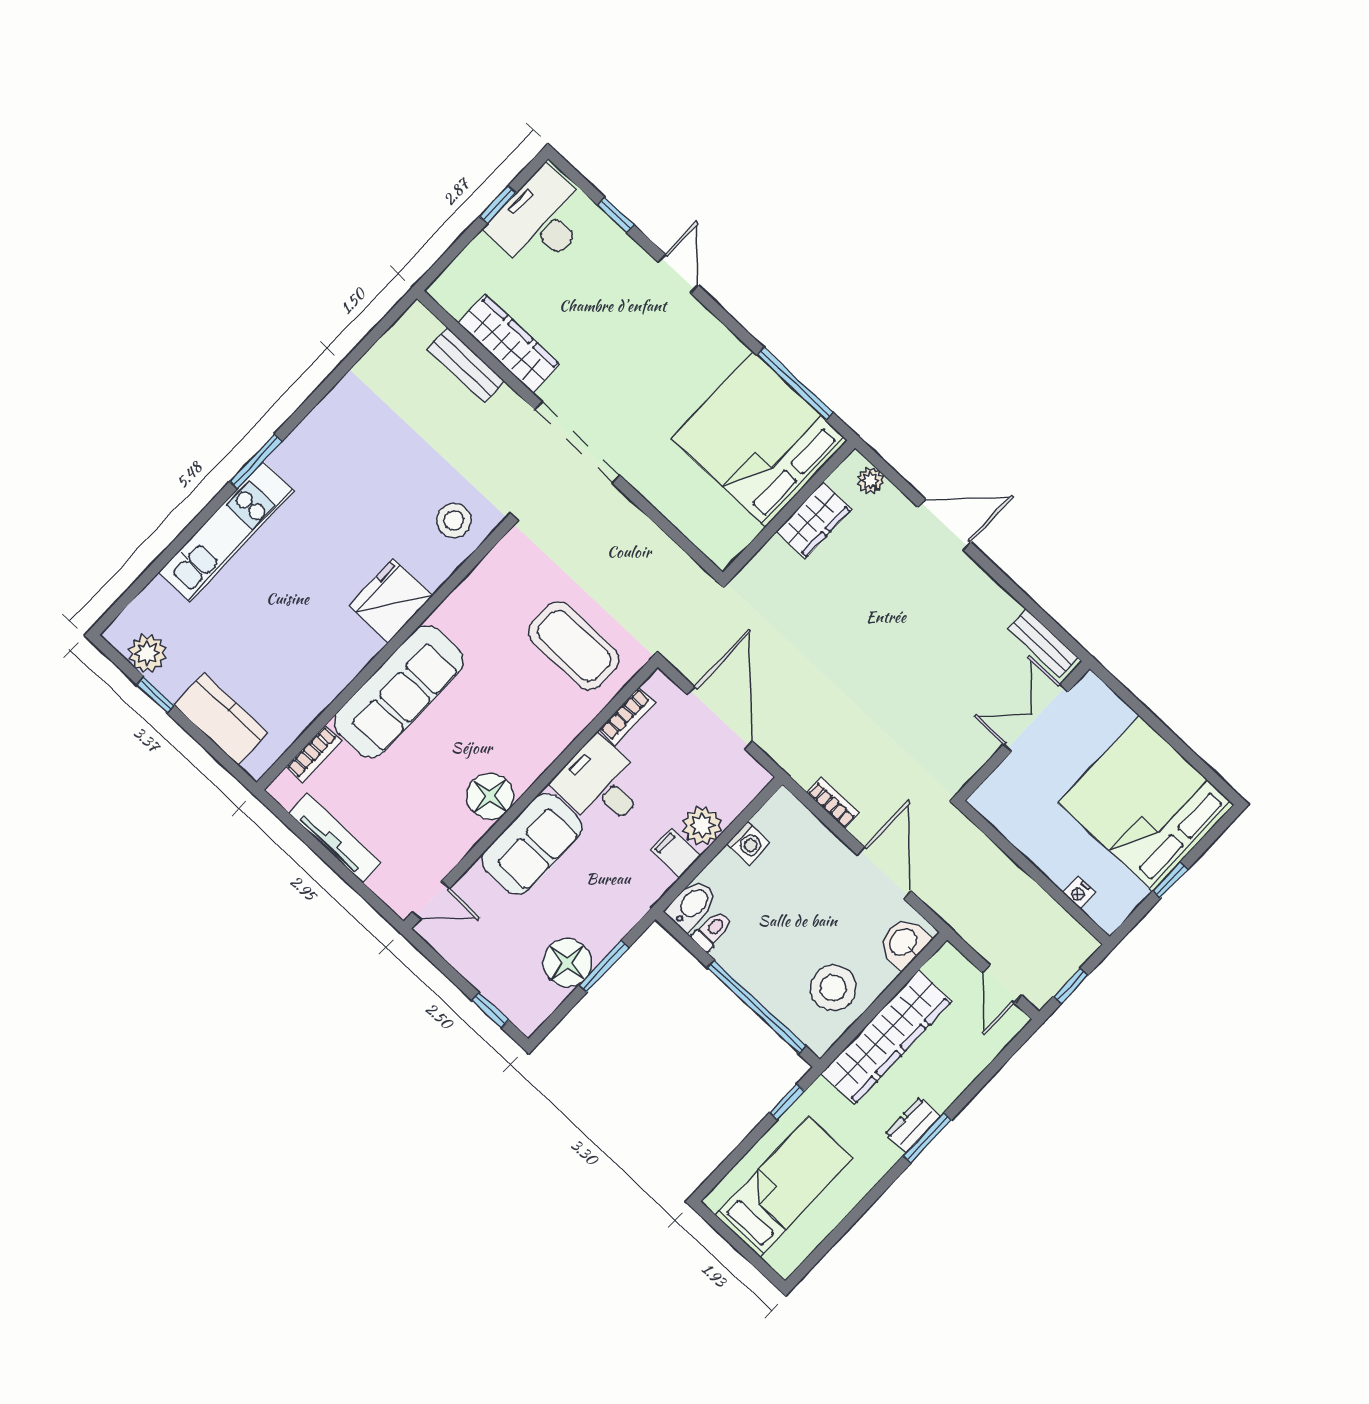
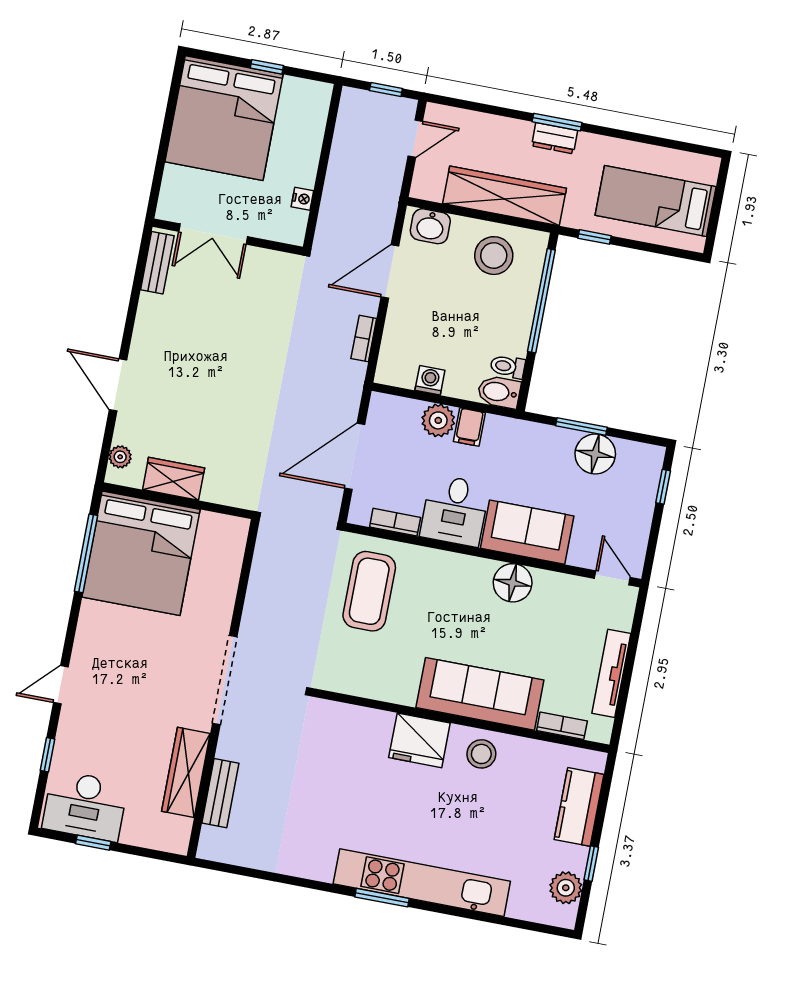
stool: (454, 521) -> (481, 754), moved
kitchen unit: (226, 531) -> (422, 883), width x1.36
nightstand: (1079, 893) -> (302, 199), moved

